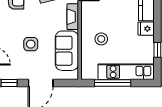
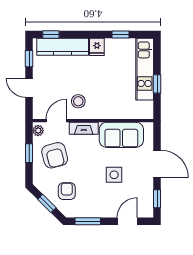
stool: (101, 39) -> (78, 101), moved
window: (113, 83) -> (157, 84), width x0.46

